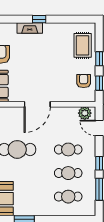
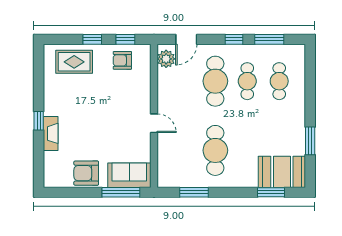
door: (37, 104) -> (154, 123), width x0.53
cafe table: (68, 149) -> (215, 81), width x1.37, depth x1.35

